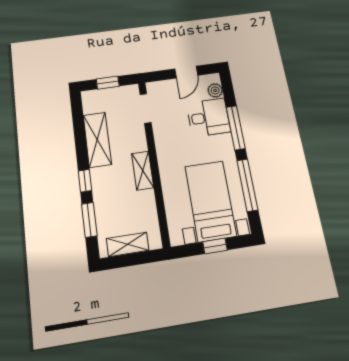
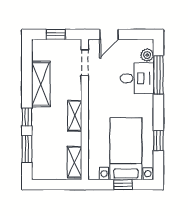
door: (186, 72) -> (109, 34), moved
window: (236, 128) -> (158, 75), moved
window: (247, 185) -> (158, 141), width x0.46
shelving: (128, 244) -> (75, 162), moved, turned 90

